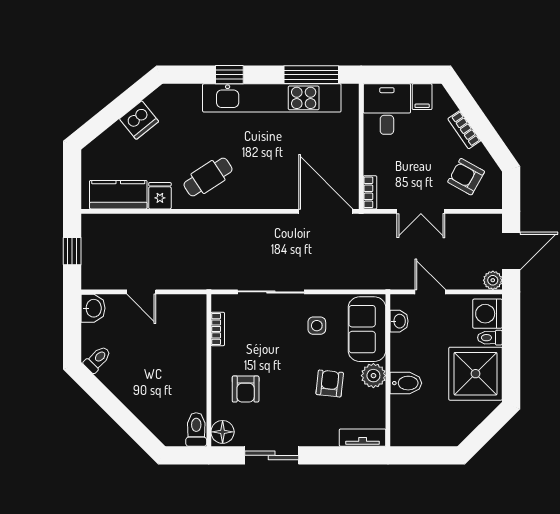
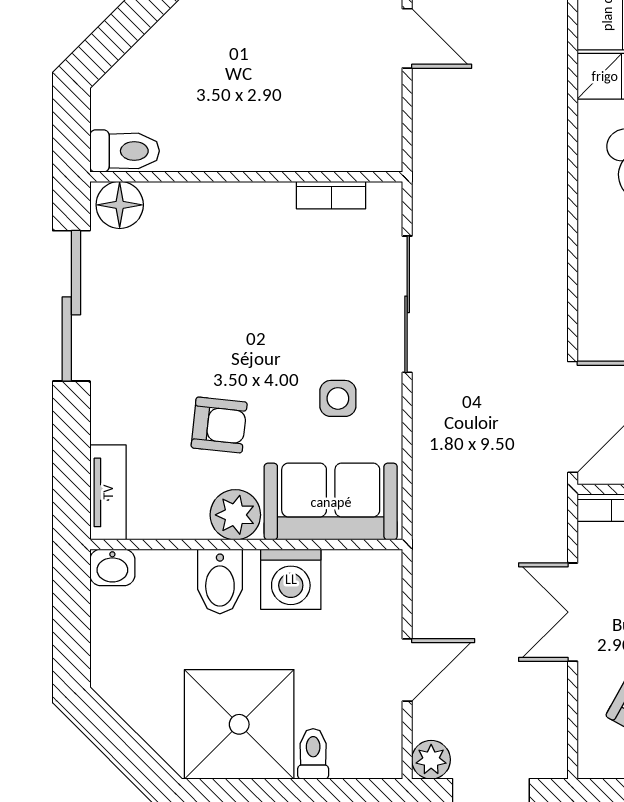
door: (141, 292) -> (407, 38), swing flipped
door: (430, 292) -> (407, 670), moved
washing machine: (488, 314) -> (291, 579), moved, turned 180
washbasin: (399, 321) -> (112, 567), moved
armchair: (246, 389) -> (208, 252), removed
sliding door: (272, 455) -> (71, 306), width x1.37

